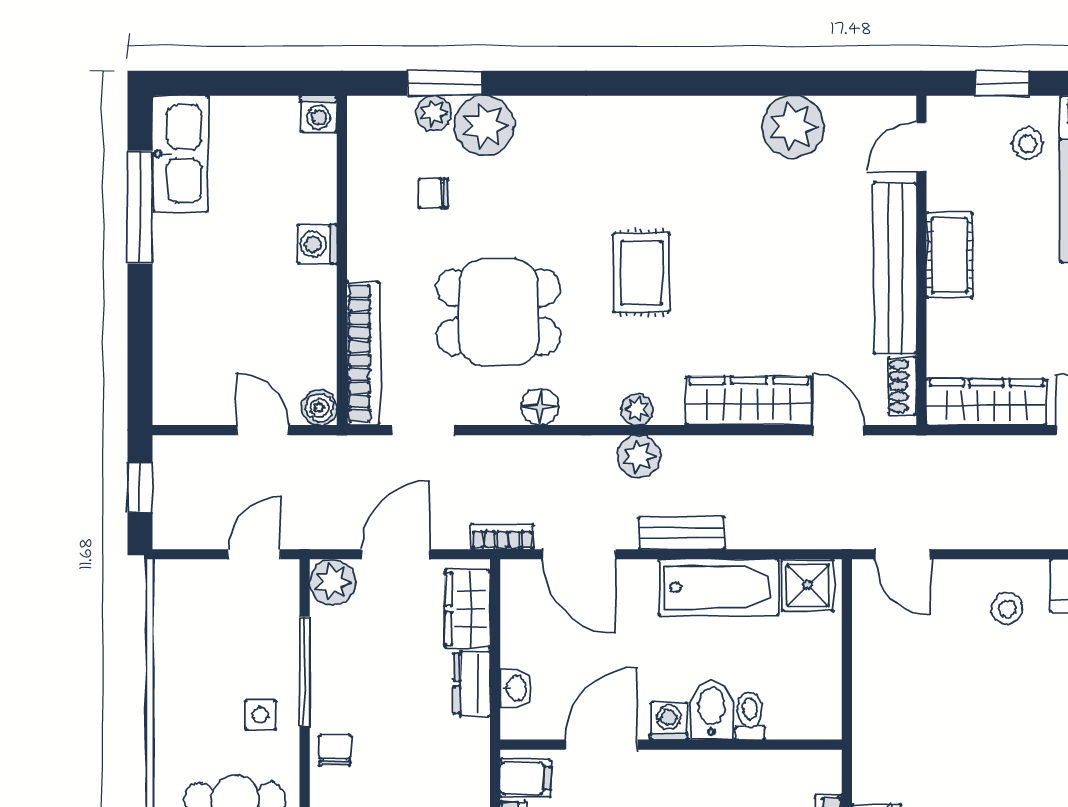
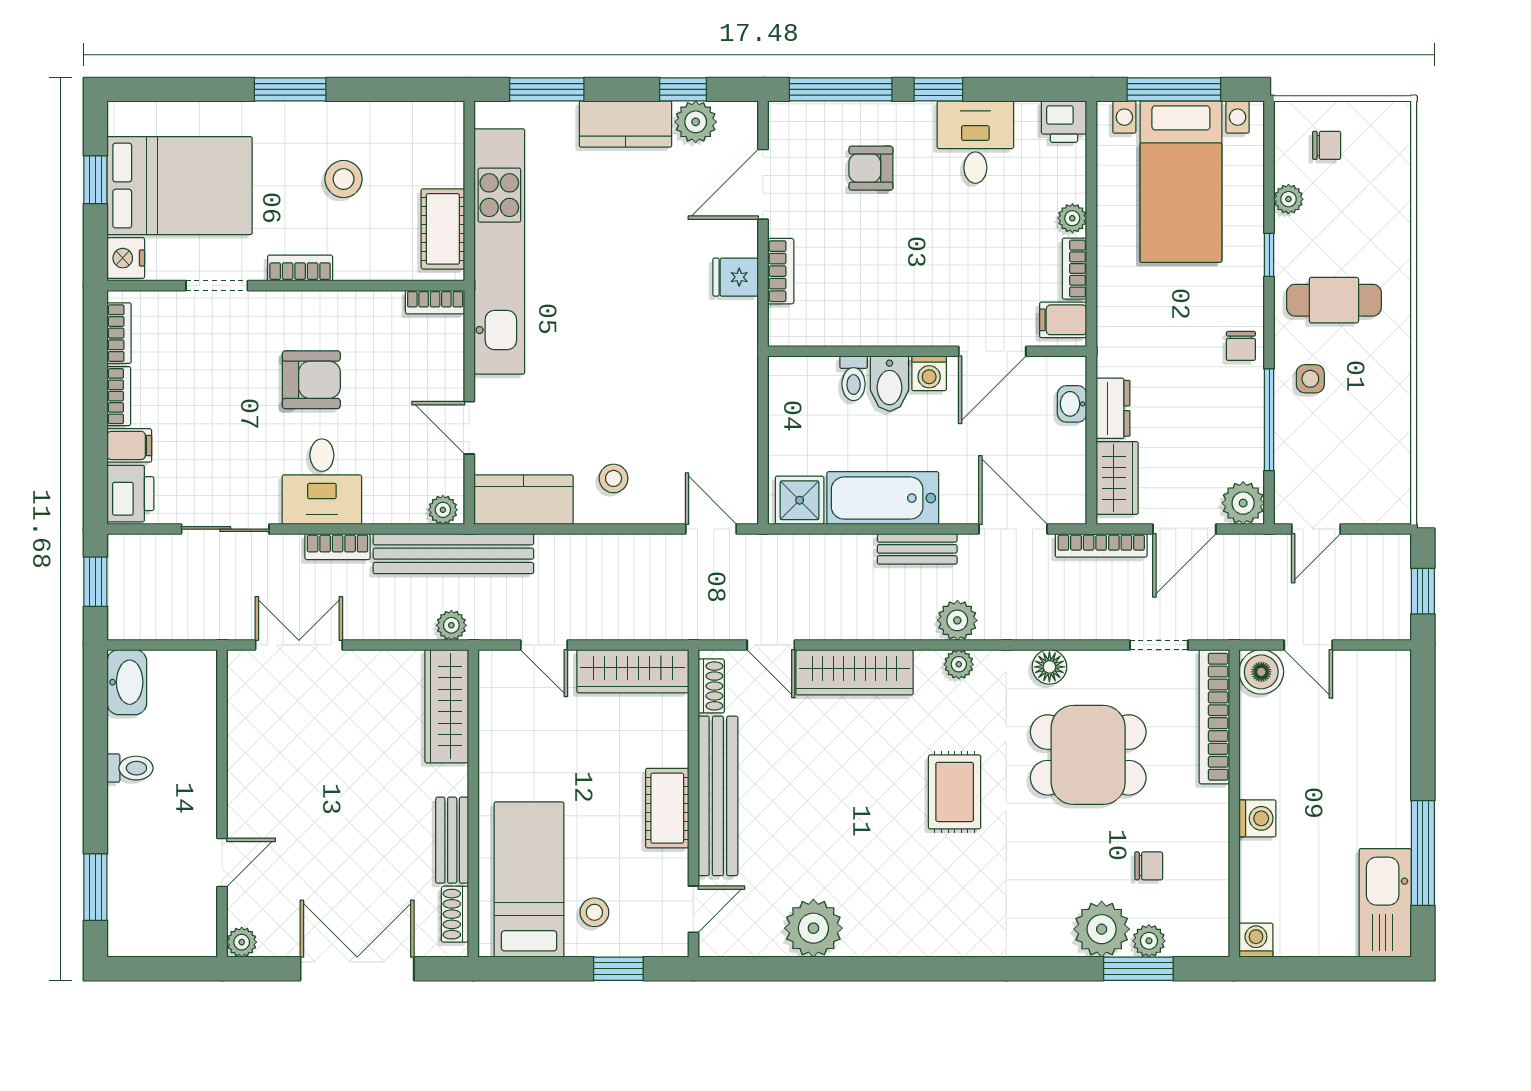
boiler: (319, 408) -> (1261, 672), width x1.36, depth x1.36
bookcase: (502, 537) -> (1101, 545), width x1.56

